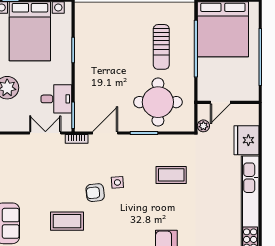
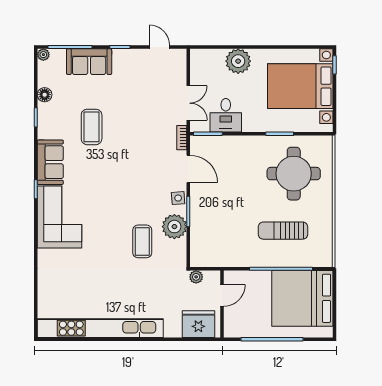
round table: (158, 102) -> (294, 174), moved
door: (220, 102) -> (222, 295), swing flipped
fridge: (246, 140) -> (198, 324), moved
plant: (158, 146) -> (174, 227), added
side table: (117, 182) -> (178, 198), moved
armchair: (95, 193) -> (123, 158), removed

